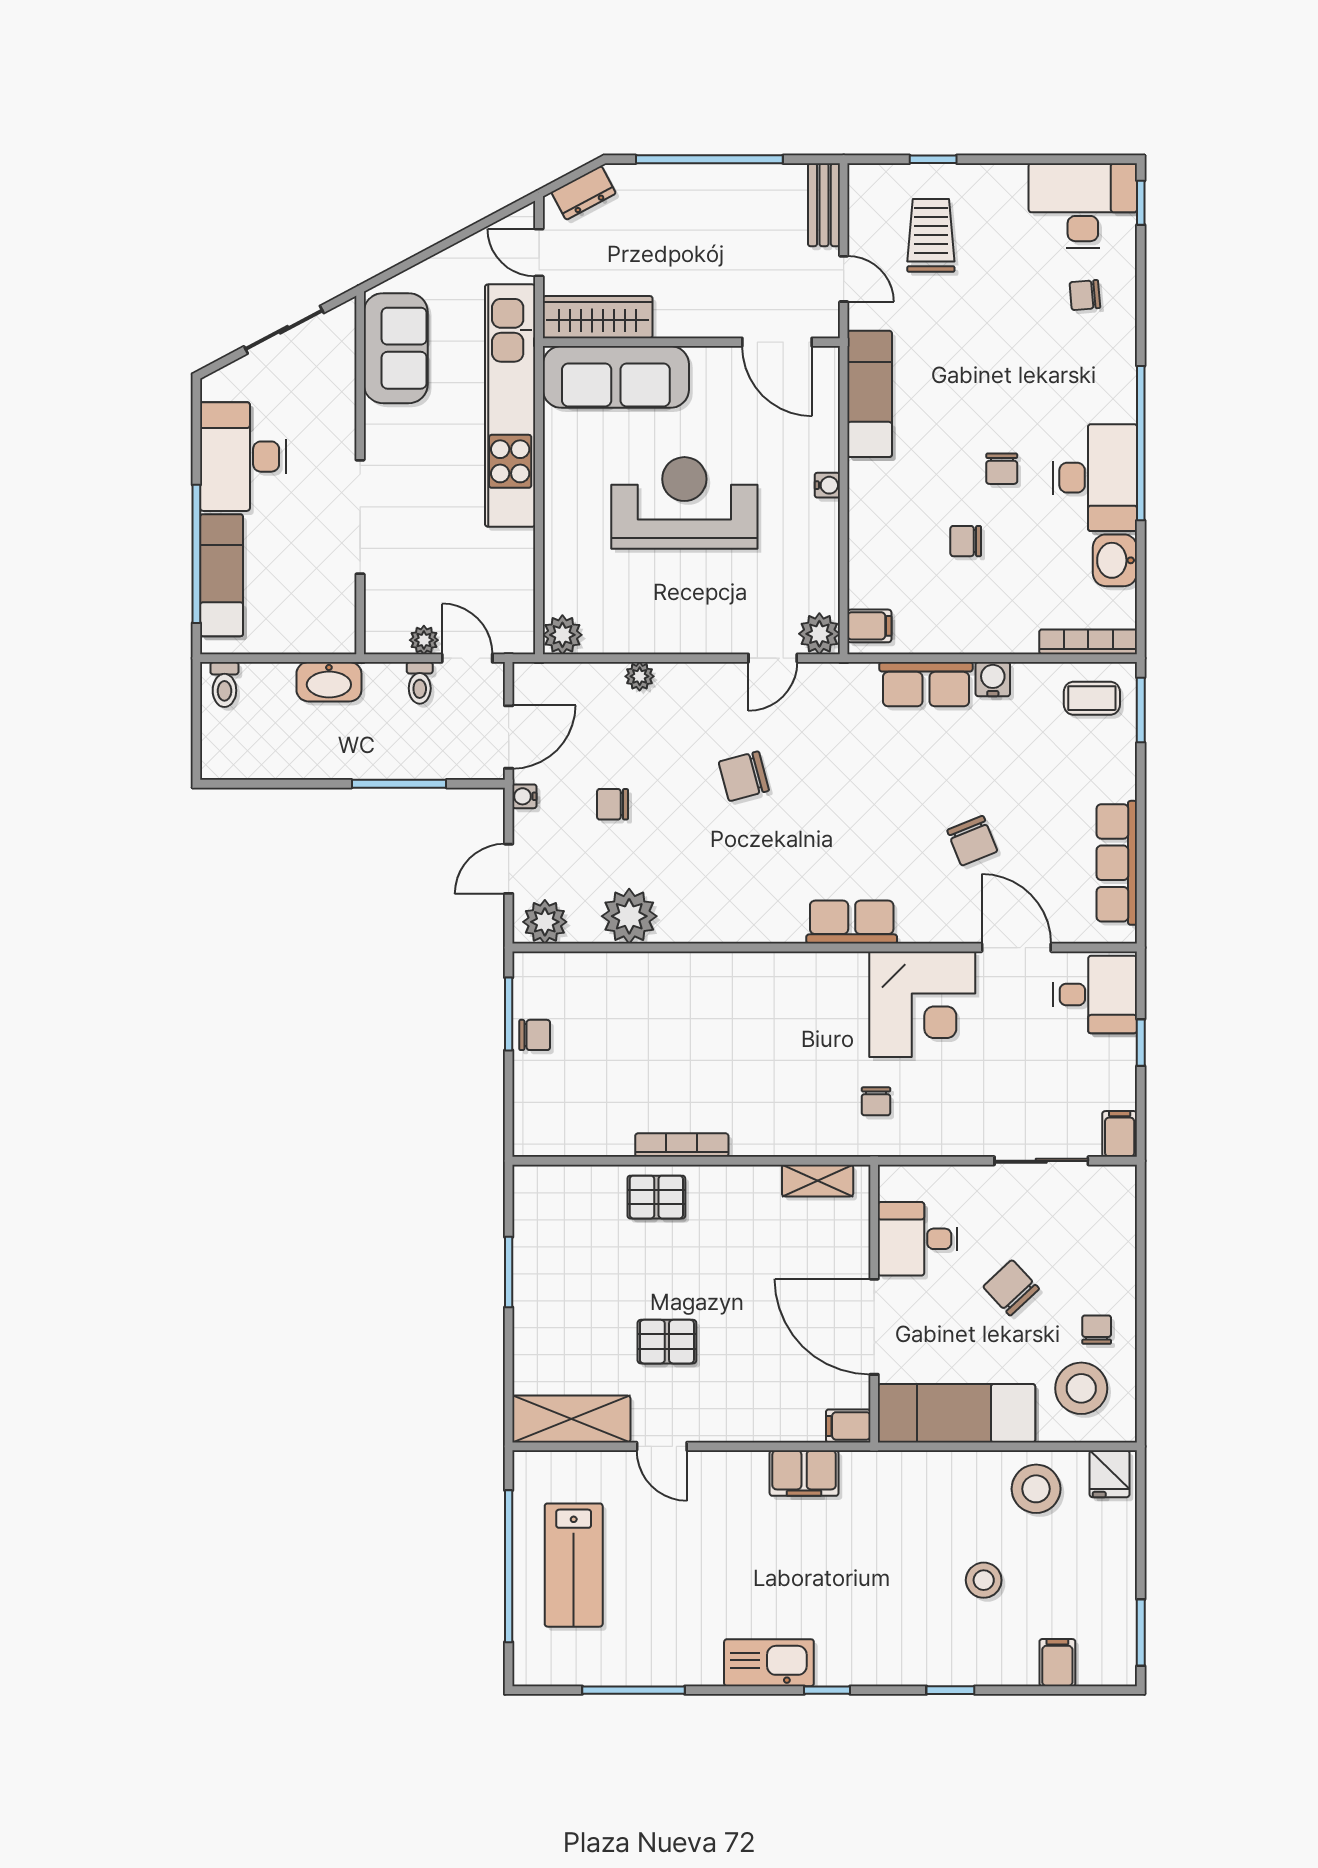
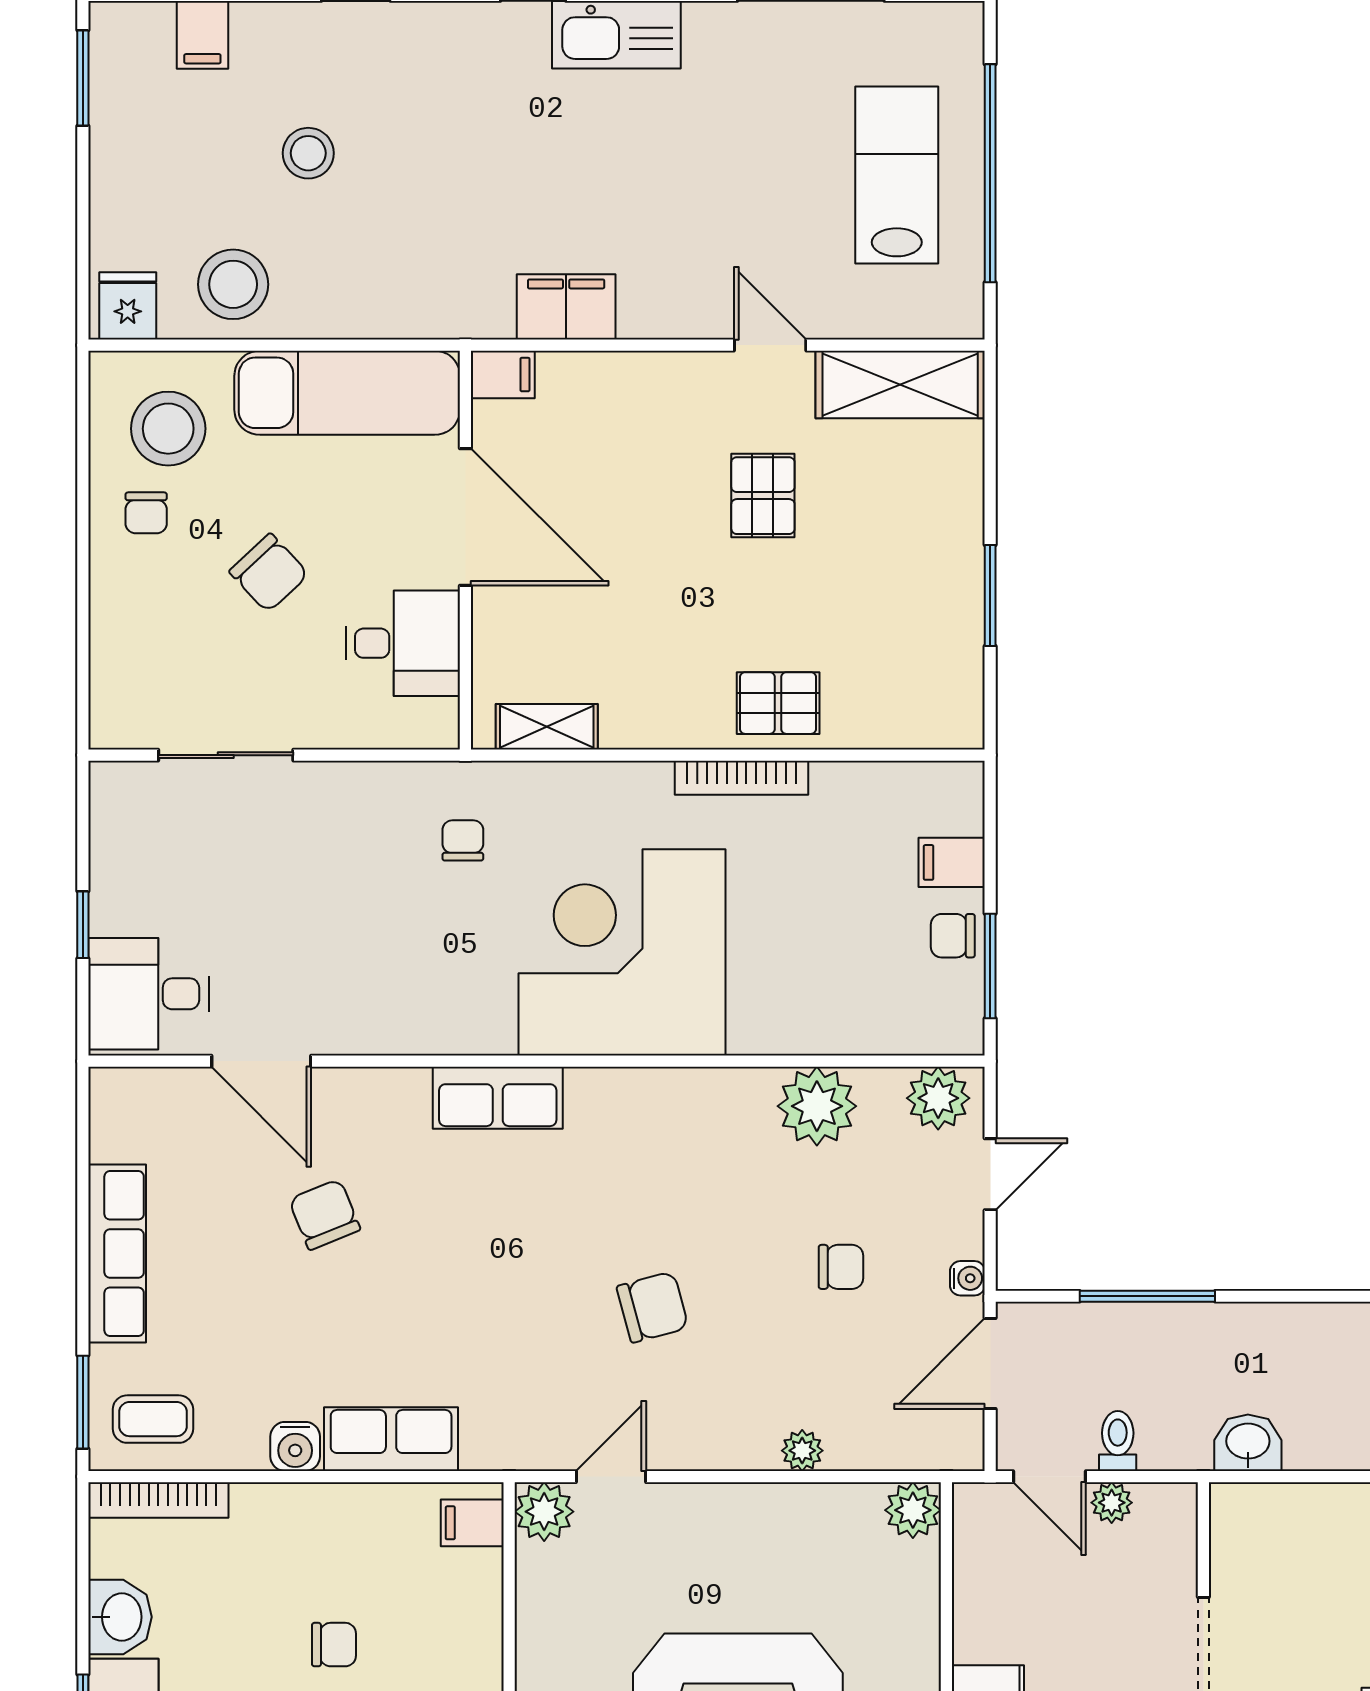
washbasin: (329, 682) -> (1248, 1443), width x0.72
row of seats: (1117, 863) -> (117, 1254), moved
corner desk: (922, 1004) -> (622, 952), moved, width x1.36, depth x1.36
filing cabinet: (1120, 1134) -> (952, 862), moved, turned 90
pallet: (667, 1342) -> (763, 496), turned 90

